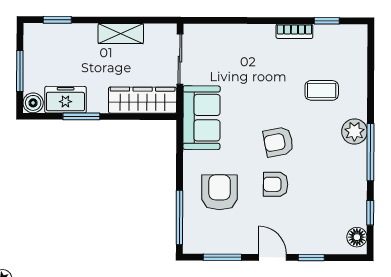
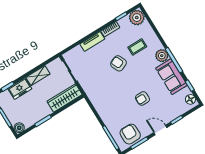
tv unit: (250, 33) -> (92, 41), added
plant: (352, 39) -> (137, 18), added
freezer: (65, 100) -> (20, 89), moved, turned 180
sofa: (201, 118) -> (171, 77), moved, turned 180
armchair: (278, 142) -> (118, 63), moved, turned 78
armchair: (219, 192) -> (130, 134), moved

